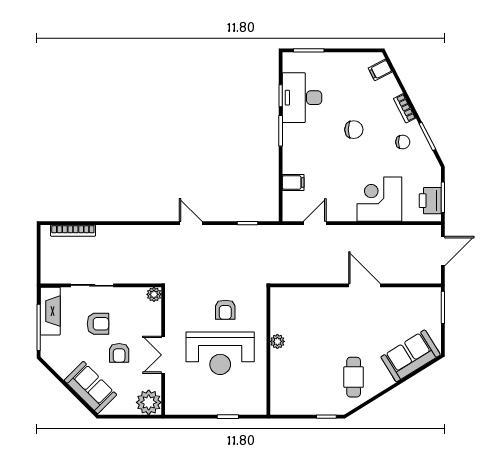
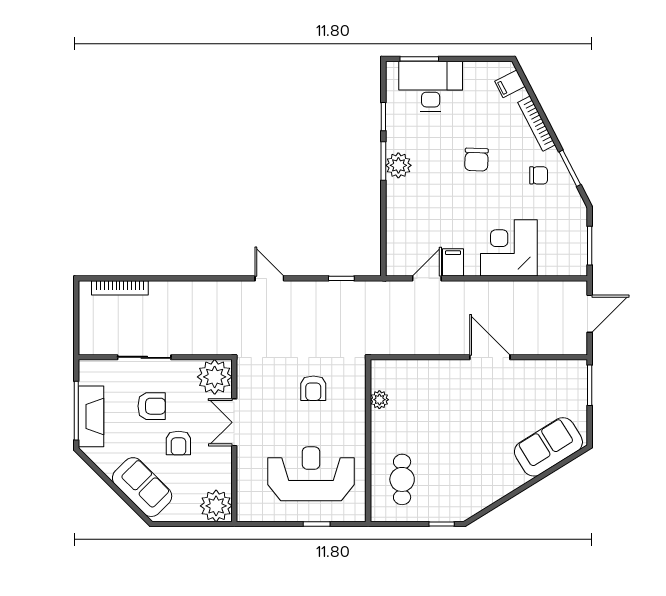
desk: (302, 98) -> (431, 86), moved, turned 90
bookcase: (405, 108) -> (536, 124), width x1.56
chair: (354, 130) -> (476, 160), turned 92
plant: (292, 134) -> (398, 165), added
filing cabinet: (293, 182) -> (453, 262), moved, turned -90
printer: (430, 201) -> (574, 250), removed
plant: (154, 294) -> (215, 377), width x1.87, depth x1.87
fireplace: (50, 311) -> (91, 416), moved
plant: (277, 341) -> (379, 400), moved
reception desk: (220, 353) -> (311, 474), moved, turned 180
double door: (163, 355) -> (234, 422), moved
cafe table: (354, 377) -> (402, 479), moved

